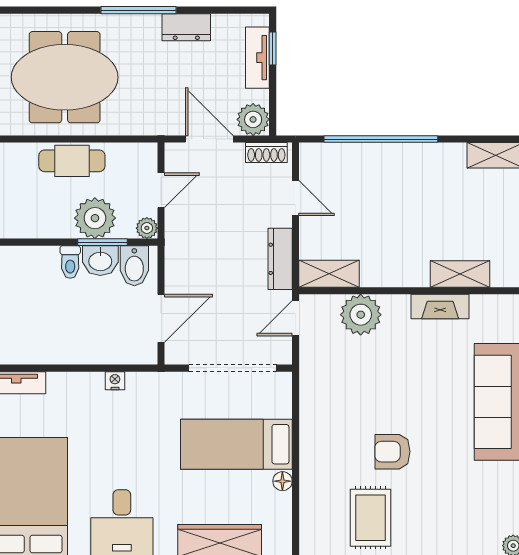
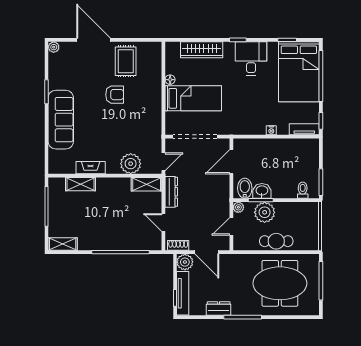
tv unit: (257, 58) -> (183, 293), width x1.41
toilet: (70, 262) -> (303, 190), moved
nightstand: (115, 381) -> (271, 130), moved

